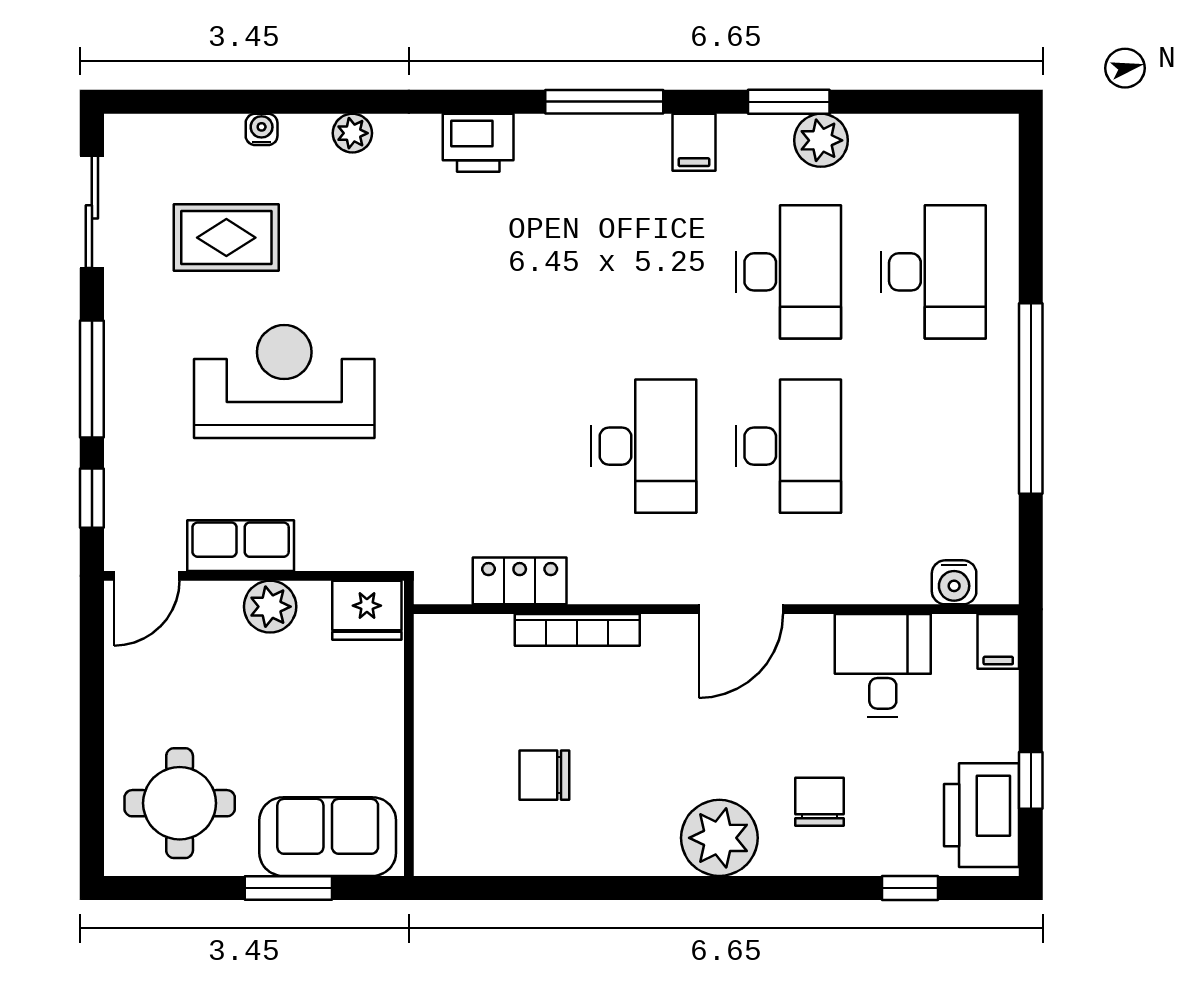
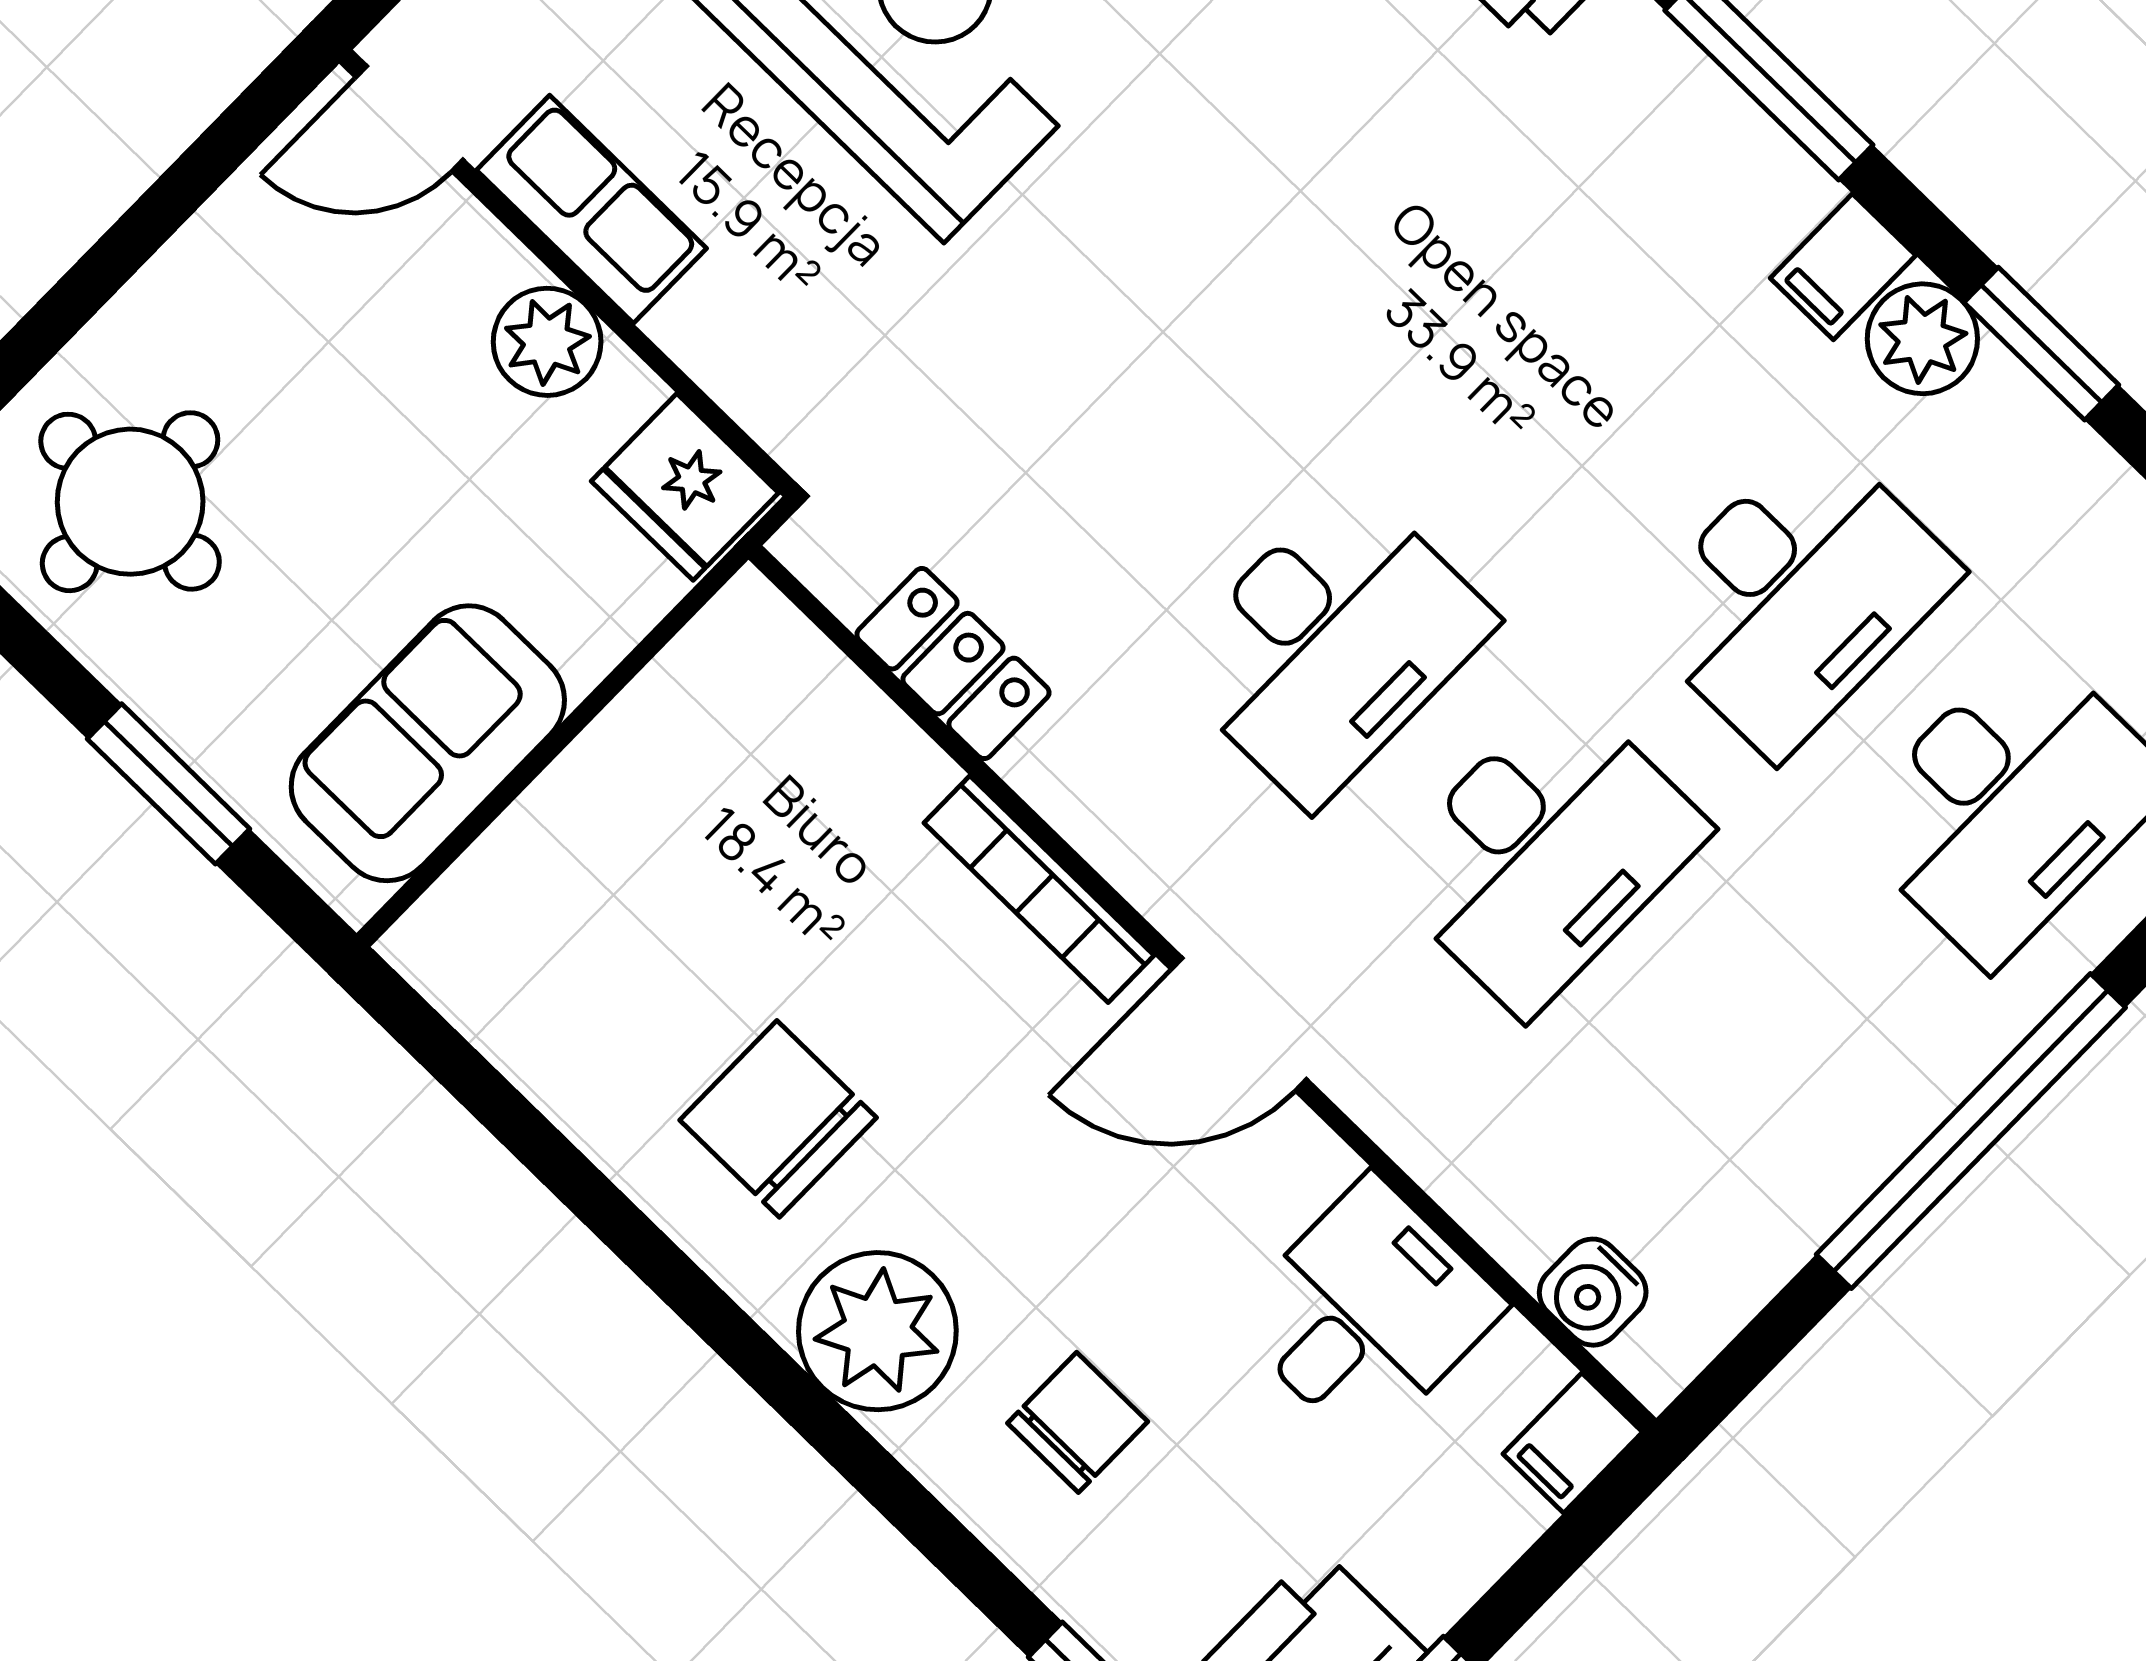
plant: (821, 140) -> (1922, 339), moved
bookcase: (577, 630) -> (1039, 889), moved
chair: (544, 775) -> (778, 1119), moved, width x1.37, depth x1.37
sofa: (328, 837) -> (428, 743), moved, turned -90

